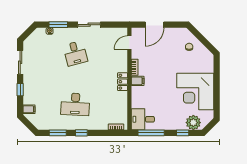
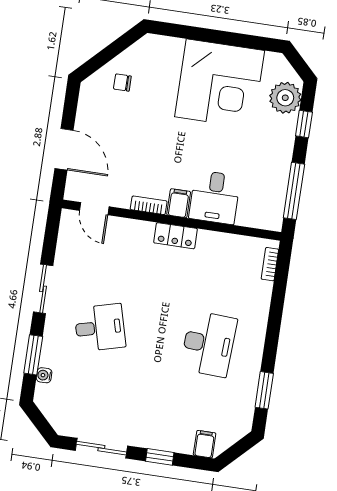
desk: (143, 119) -> (215, 197), moved
window: (81, 133) -> (272, 340), removed

